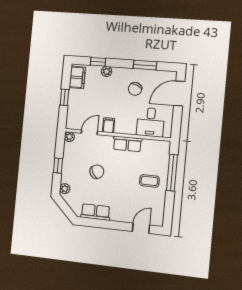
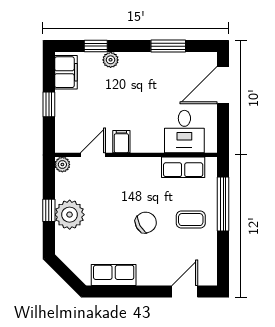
chair: (135, 89) -> (157, 83), removed
row of seats: (127, 144) -> (183, 167), moved
chair: (97, 172) -> (146, 222), moved
plant: (65, 189) -> (70, 215), moved, width x1.88, depth x1.88

